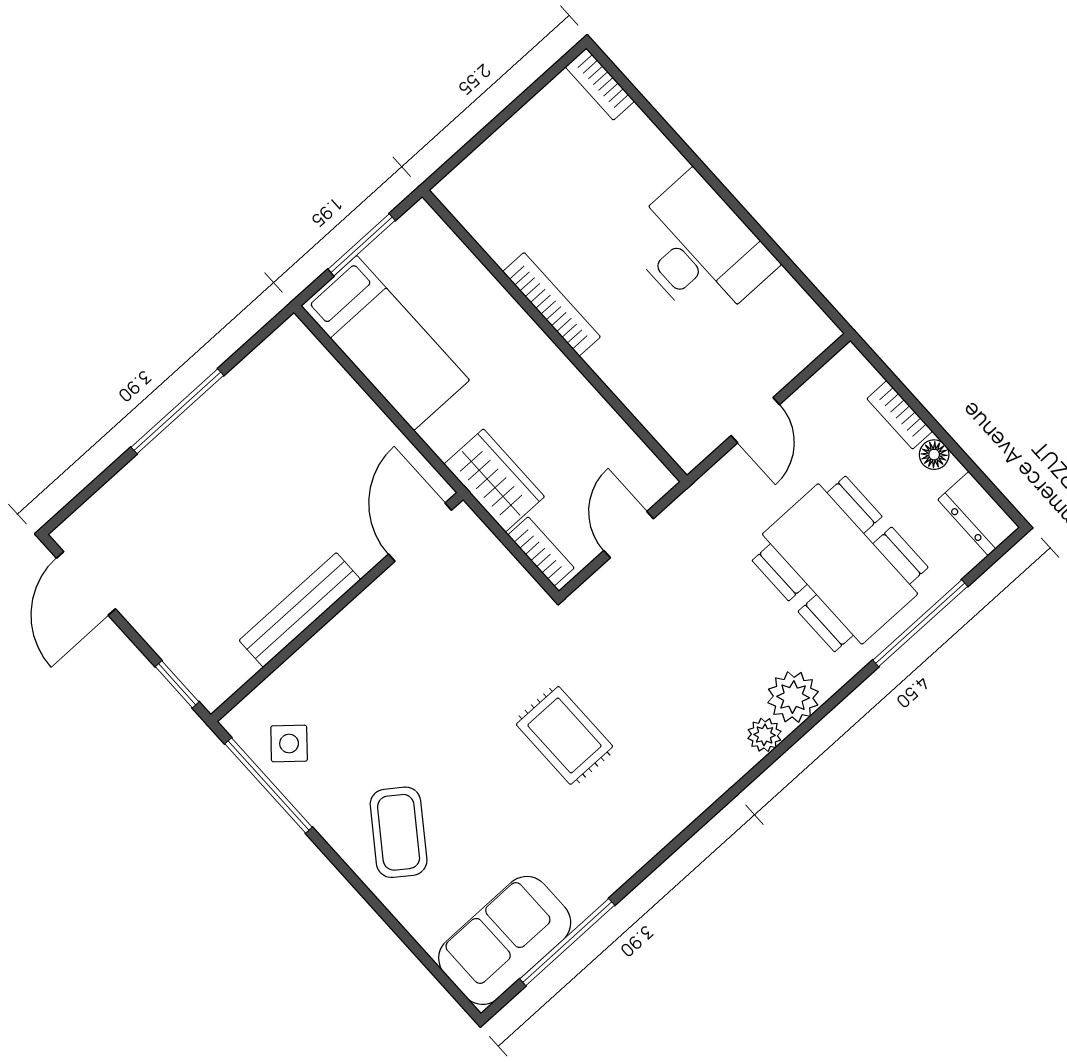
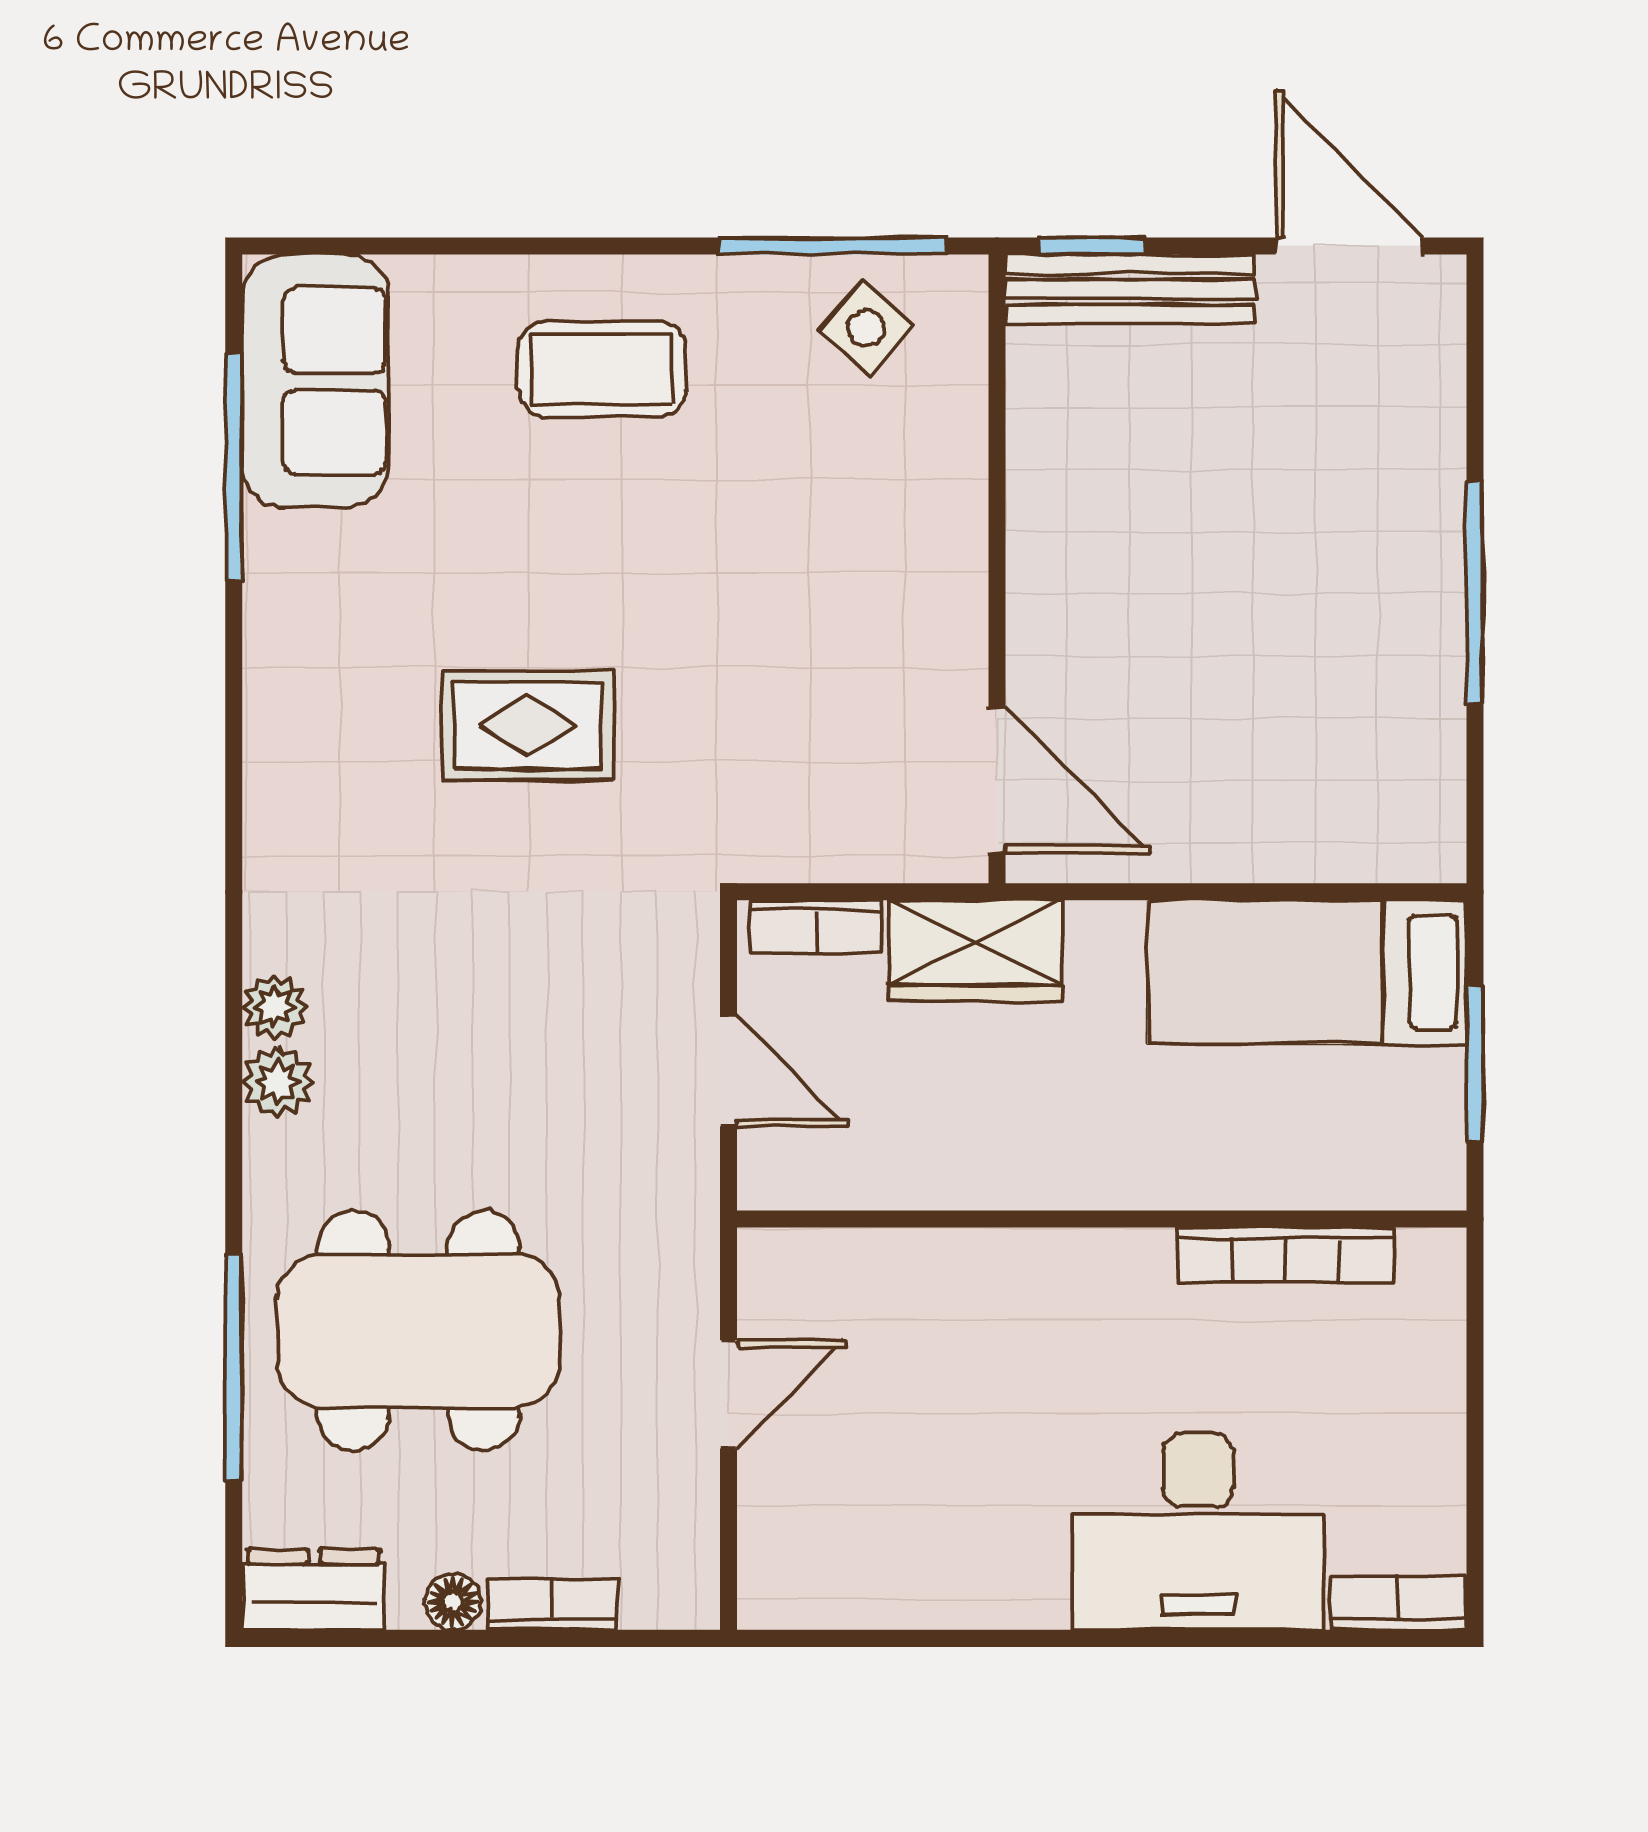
desk: (699, 250) -> (1198, 1531), moved
bookcase: (552, 304) -> (1286, 1255), moved
door: (755, 420) -> (729, 1394), swing flipped
bench: (300, 610) -> (1130, 289), moved, turned 90
plant: (793, 697) -> (278, 1082), width x0.73, depth x0.73
coffee table: (399, 832) -> (602, 369), turned -36

